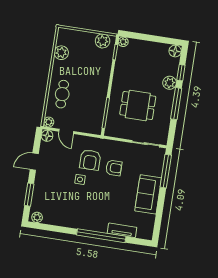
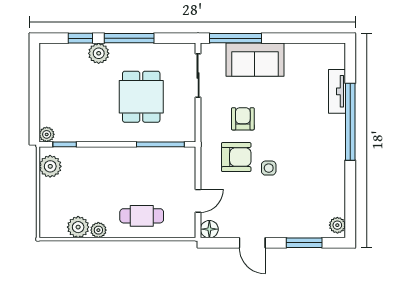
floor lamp: (175, 51) -> (48, 52), removed
plant: (49, 122) -> (98, 230), moved
sofa: (148, 194) -> (255, 60), moved

